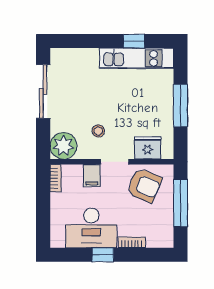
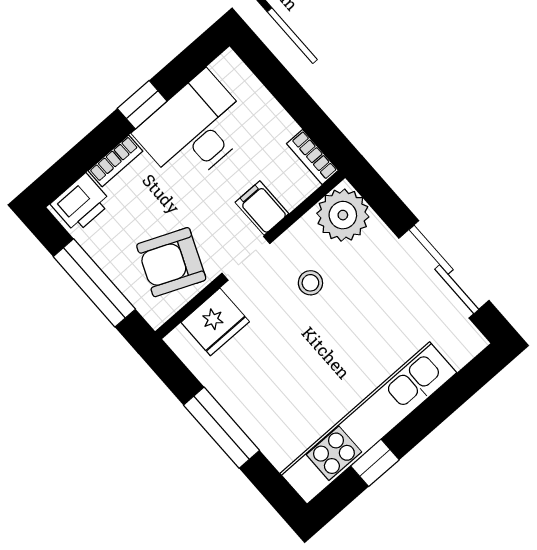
kitchen unit: (137, 58) -> (368, 423), width x1.36
printer: (159, 238) -> (81, 203), added

